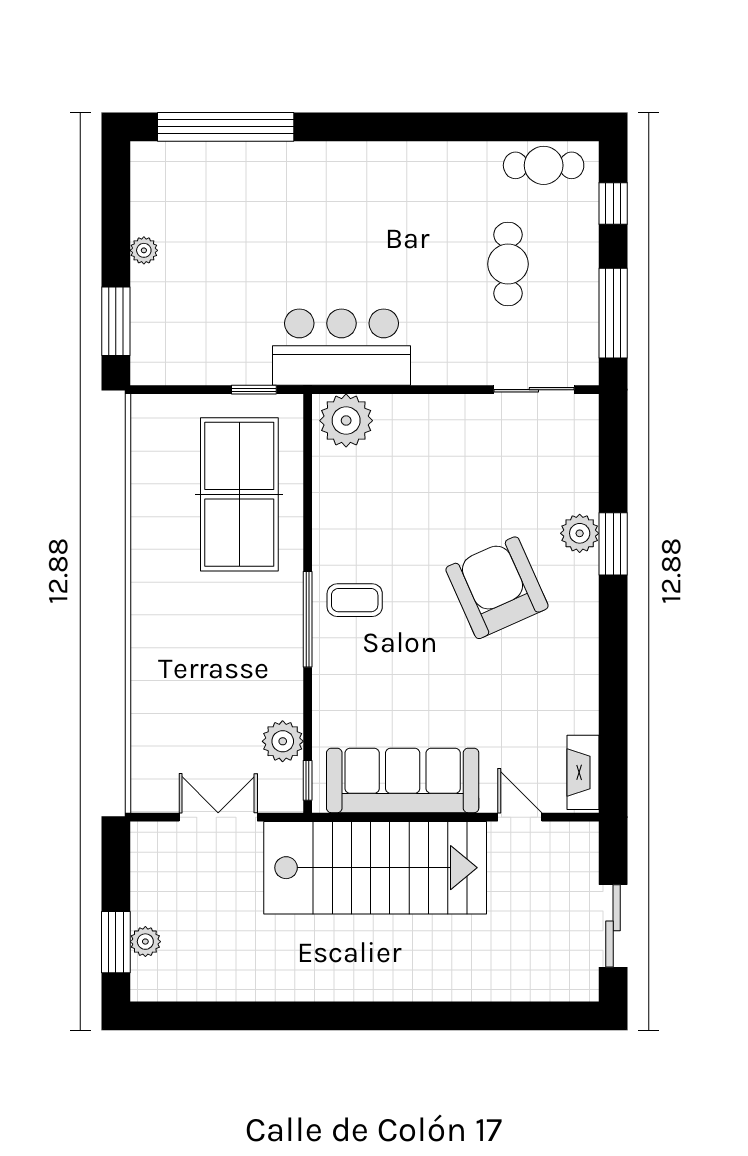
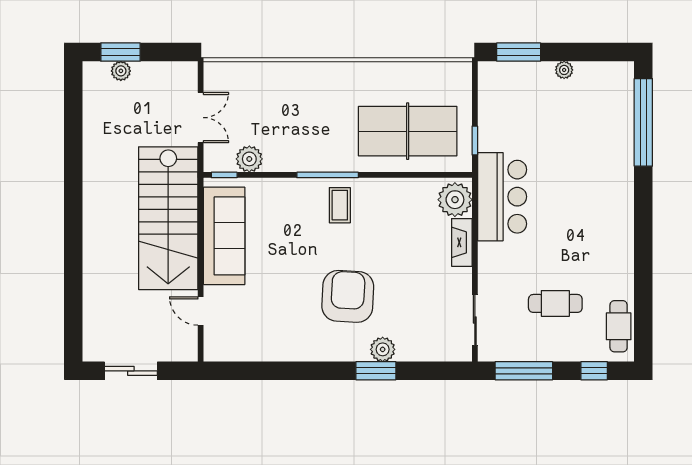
armchair: (497, 588) -> (348, 296), turned -63
fireplace: (583, 772) -> (462, 242), moved, turned -90
door: (520, 817) -> (201, 311), swing flipped

